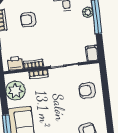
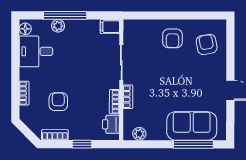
armchair: (28, 20) -> (58, 102), turned 180
plant: (15, 91) -> (139, 134), width x0.53, depth x0.53
armchair: (87, 91) -> (172, 38), moved

